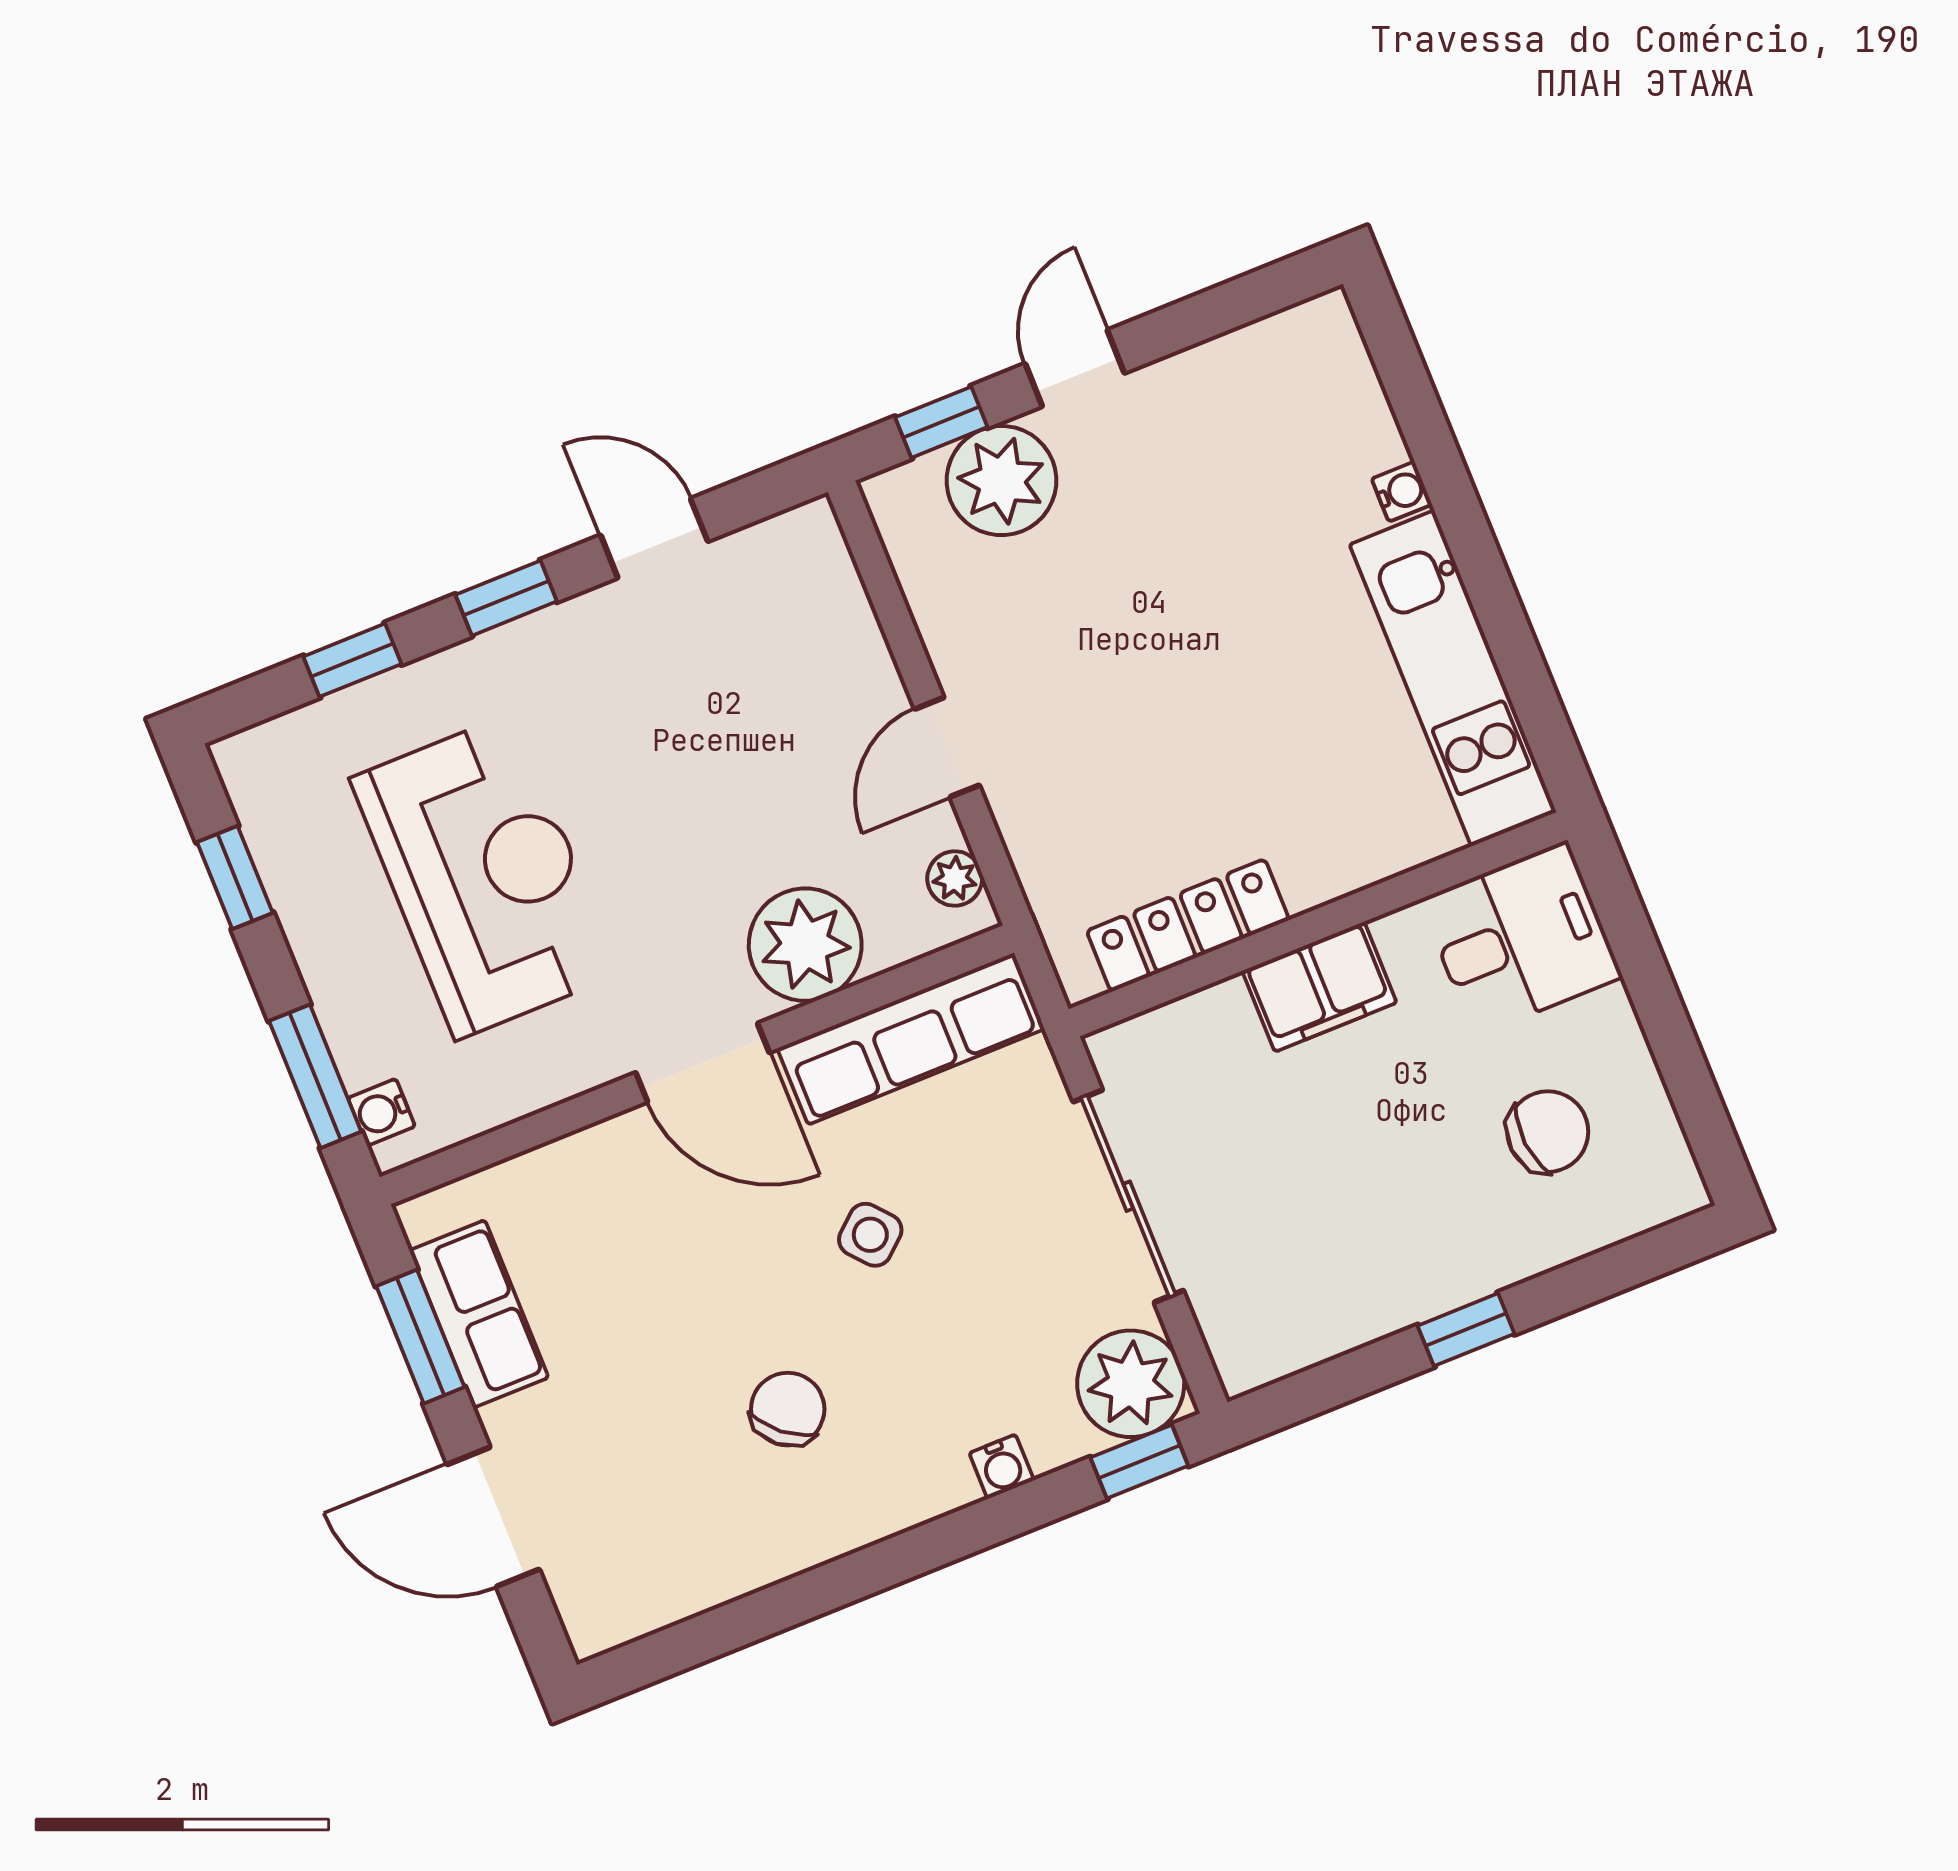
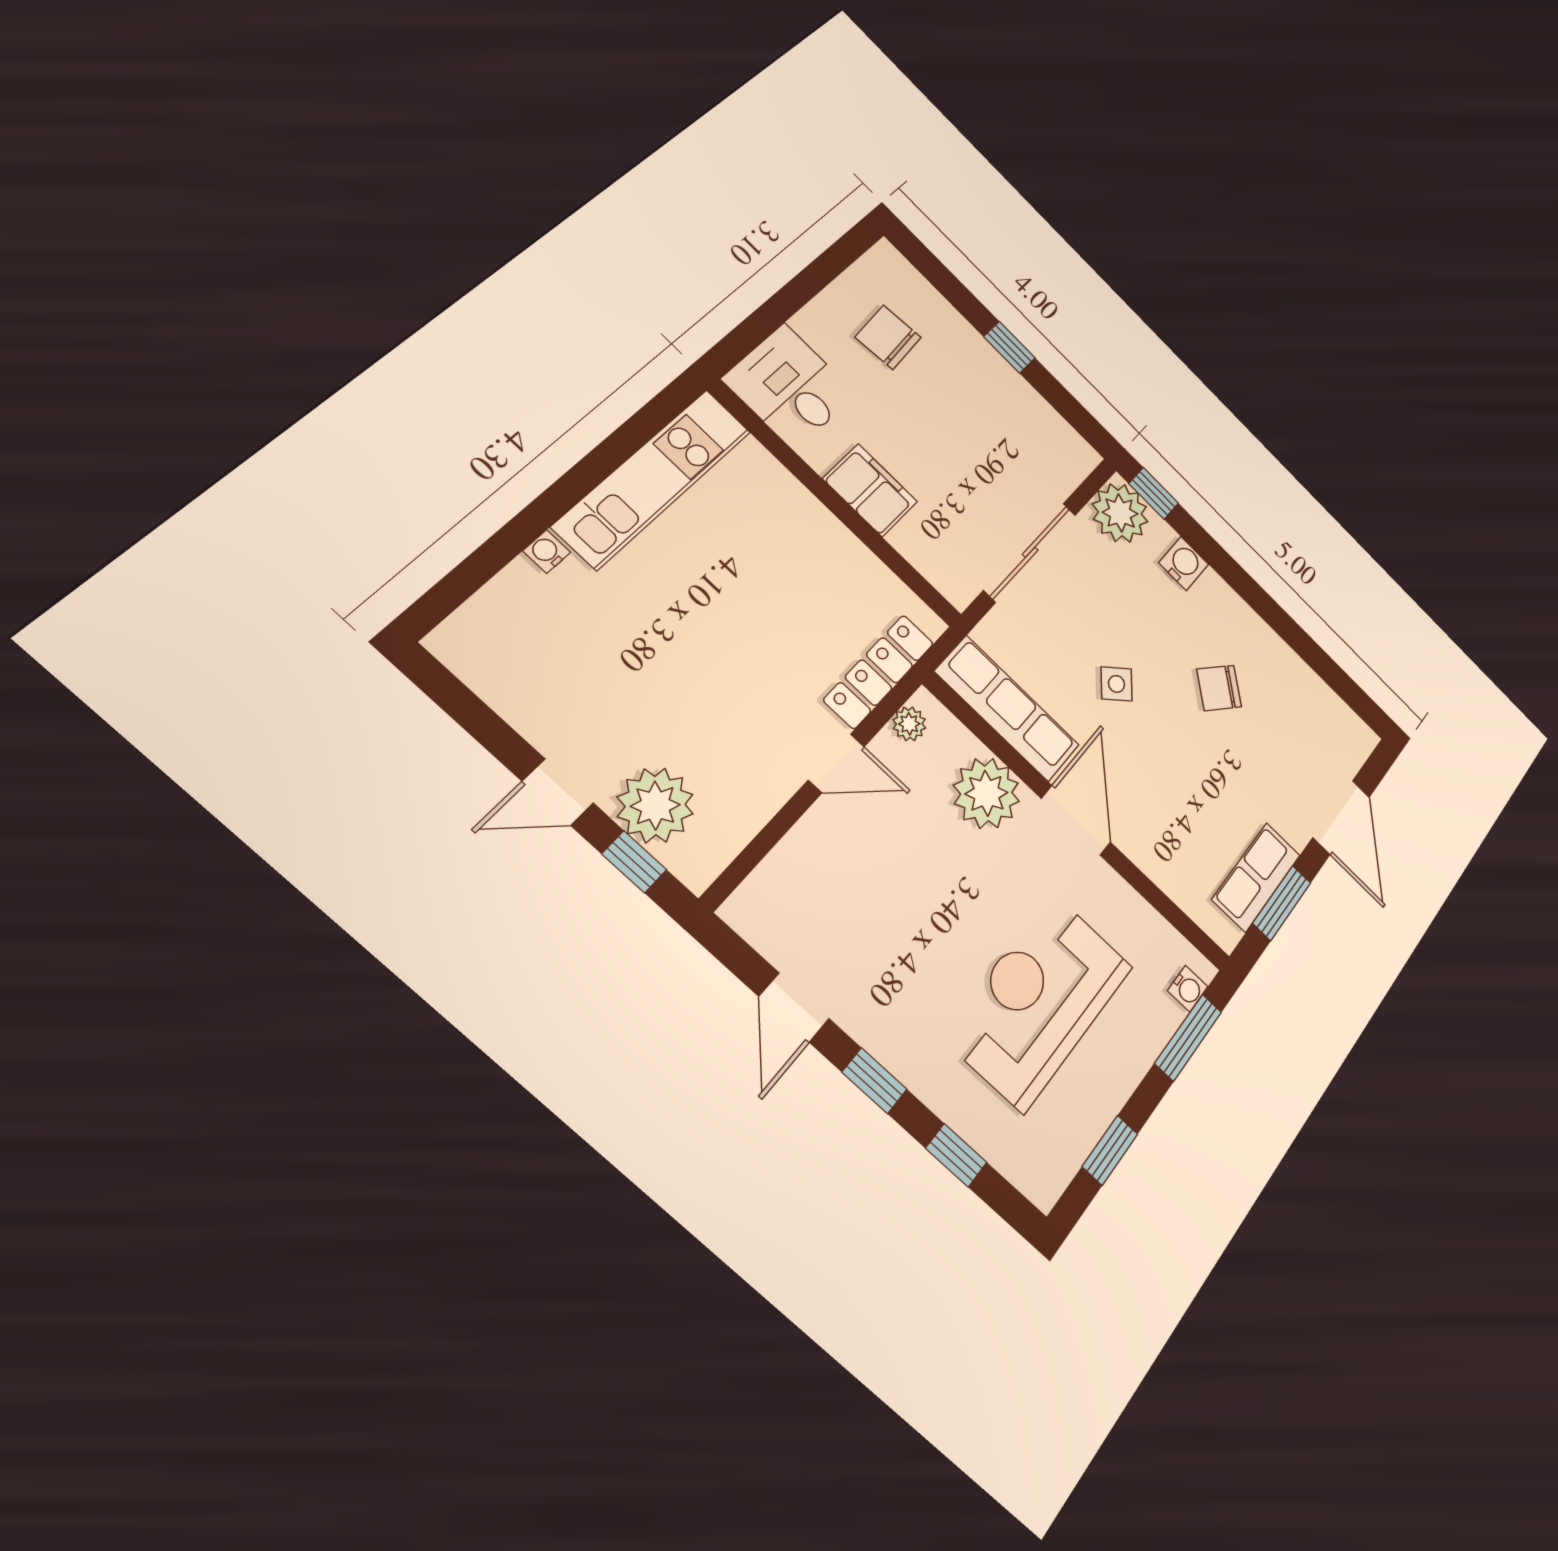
locker: (1188, 925) -> (879, 671), moved, turned 90
water cooler: (1002, 1467) -> (1184, 563), width x1.38, depth x1.38

